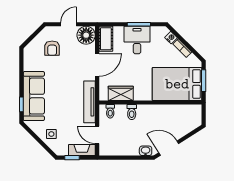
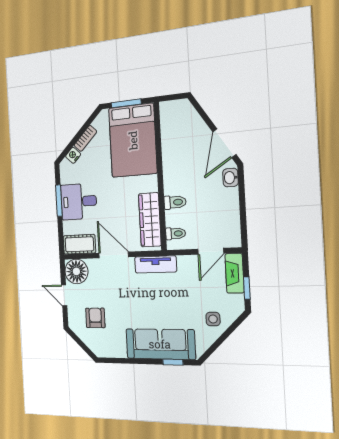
armchair: (52, 48) -> (95, 318), turned -90
wardrobe: (121, 93) -> (150, 220), width x1.50
tv unit: (89, 102) -> (156, 264), width x0.71

